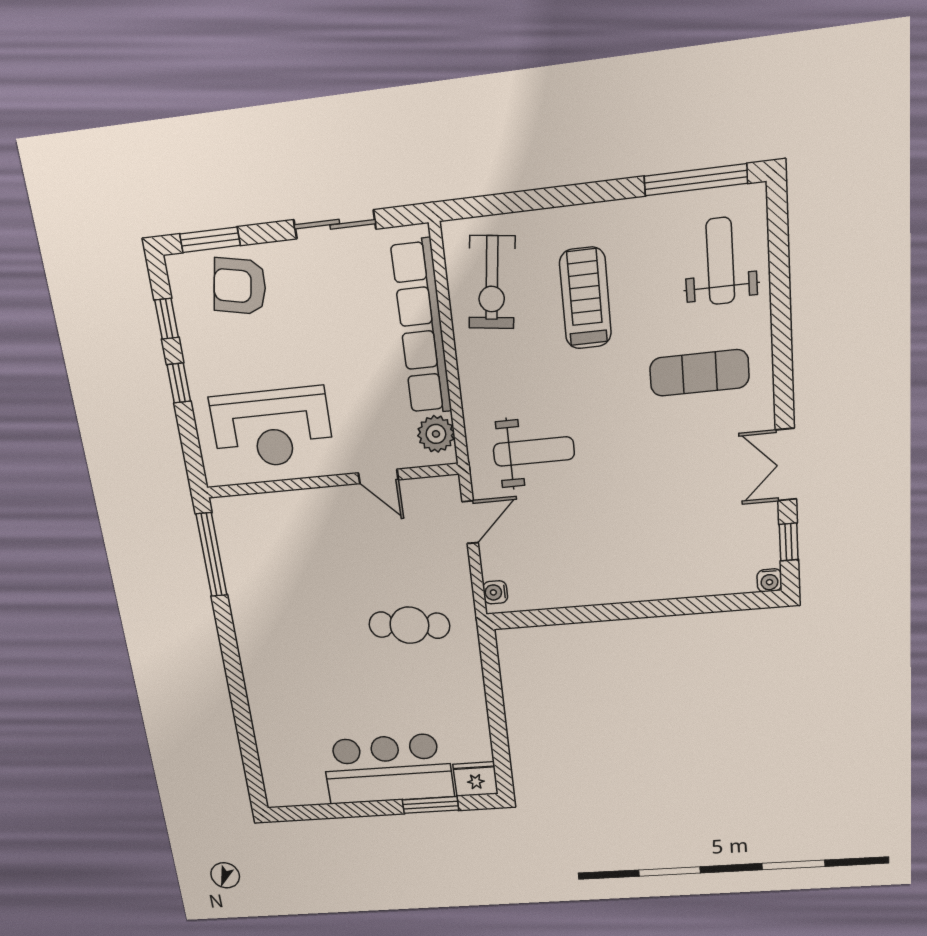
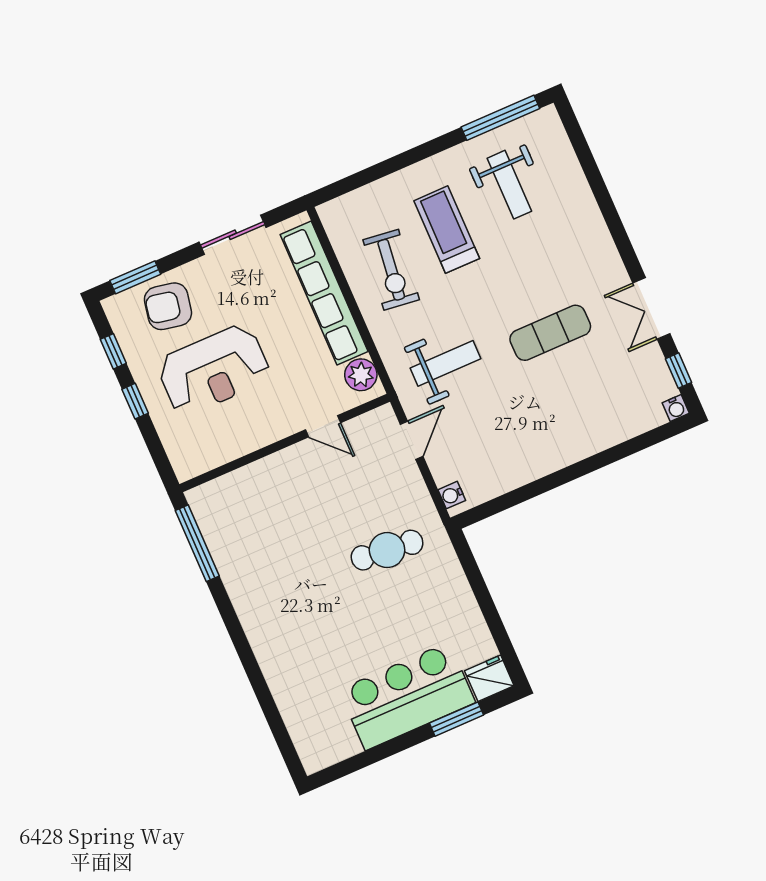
weight bench: (720, 261) -> (509, 185), moved, turned 180
exercise bike: (492, 282) -> (391, 270), moved
exercise mat: (699, 373) -> (550, 333), moved
reception desk: (272, 428) -> (214, 370), moved

